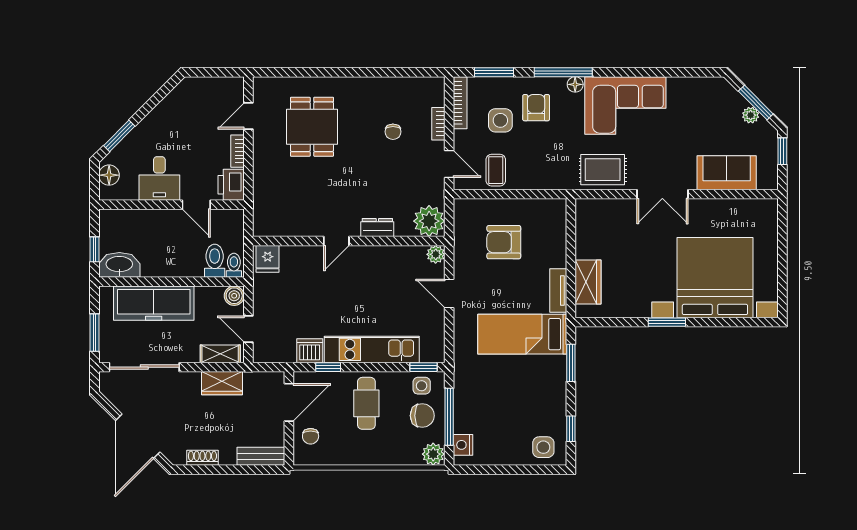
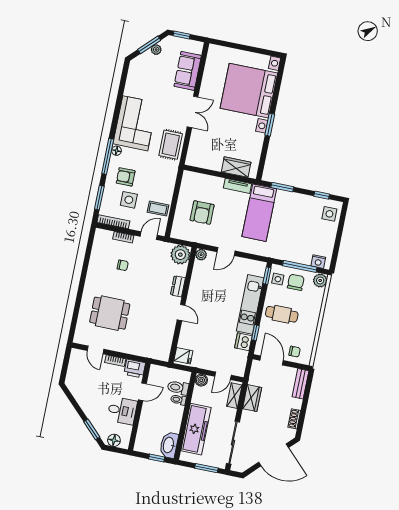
toilet: (234, 265) -> (178, 400), moved

